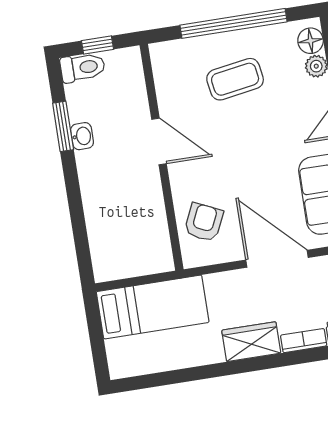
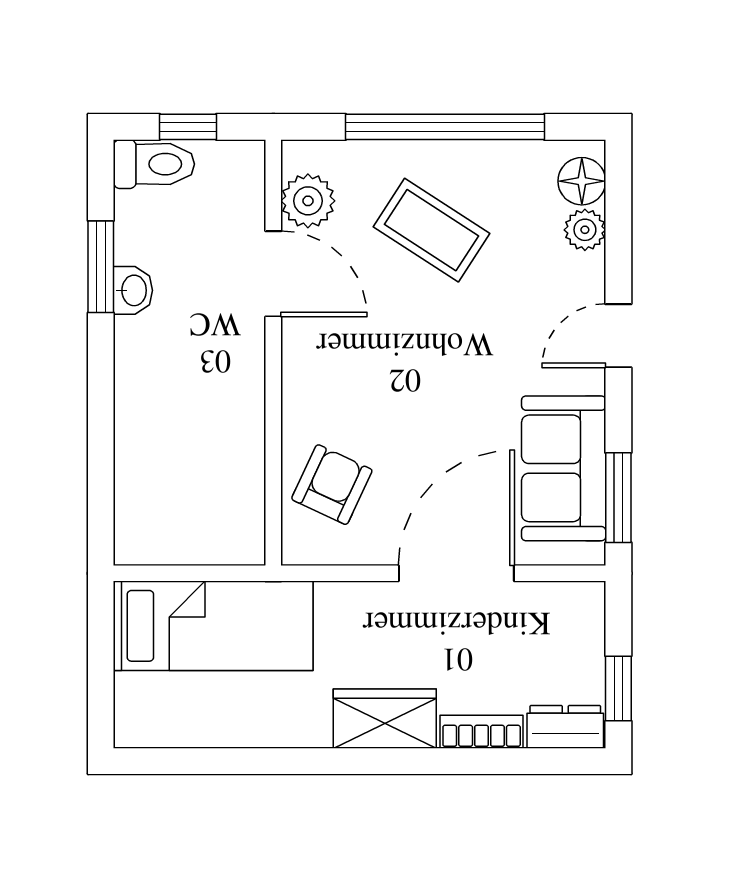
plant: (167, 74) -> (308, 201), added
coffee table: (235, 79) -> (431, 230), turned 42
door: (159, 142) -> (273, 274), moved
door: (277, 259) -> (456, 573), hinge flipped

